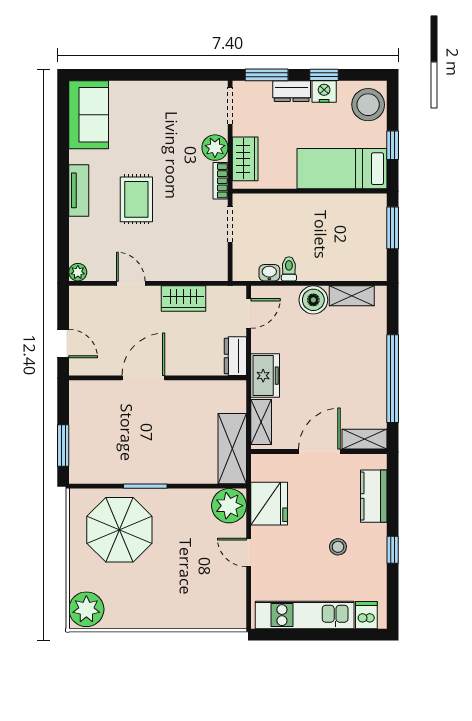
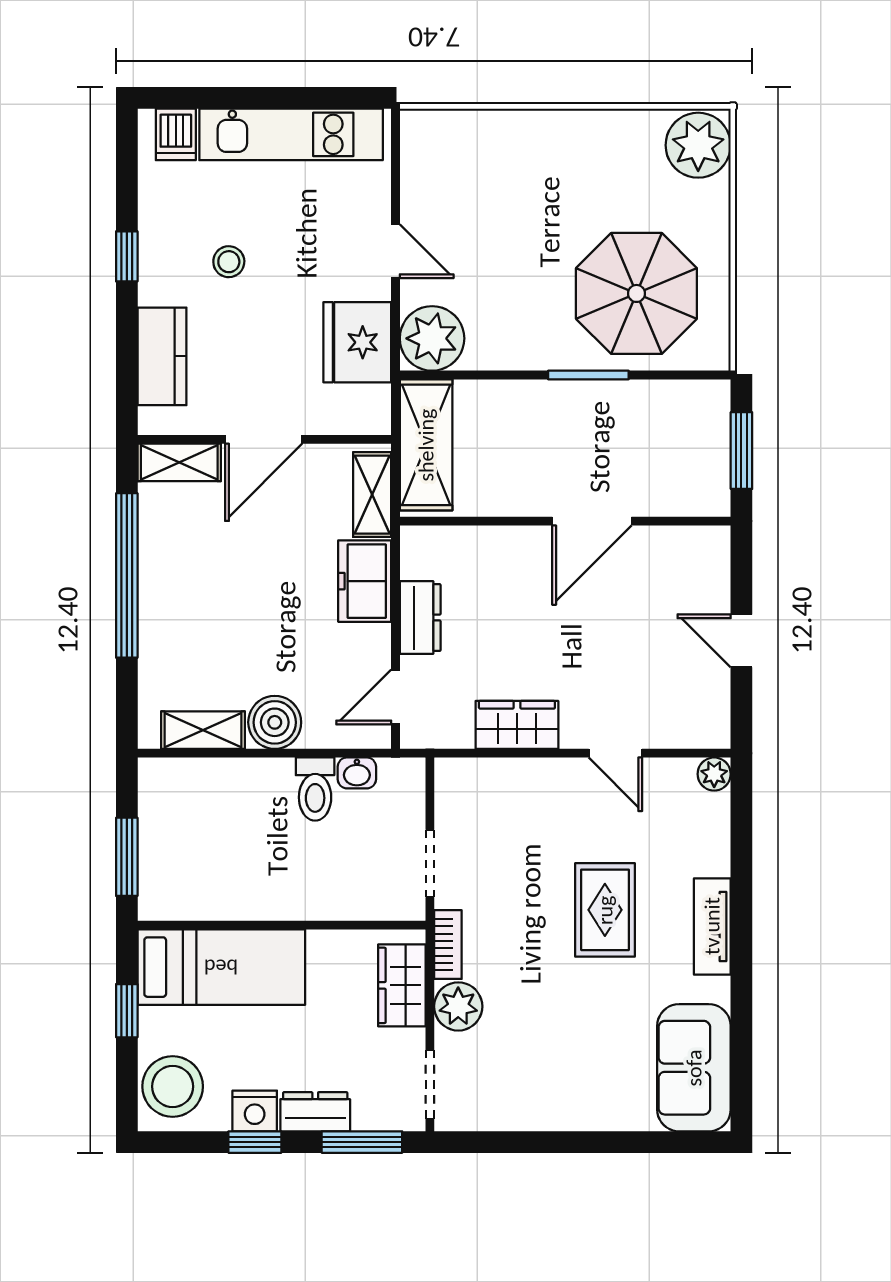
toilet: (289, 269) -> (315, 789), width x1.37, depth x1.39
door: (143, 378) -> (592, 521), moved
wall: (158, 378) -> (565, 521), moved

